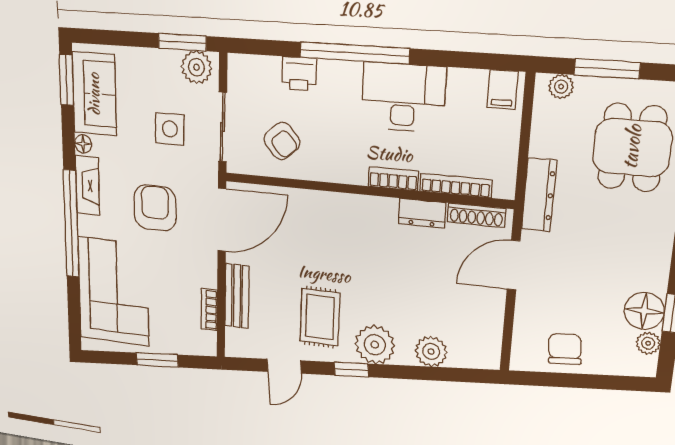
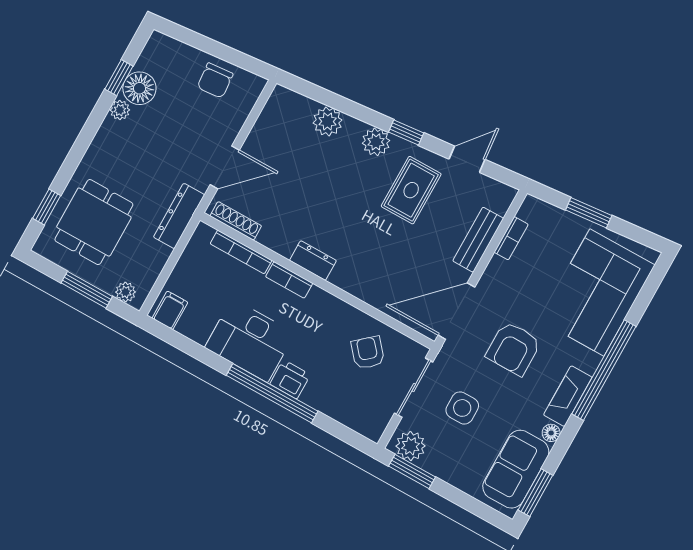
printer: (299, 74) -> (290, 379), moved
dresser: (422, 213) -> (313, 261), moved
plant: (648, 343) -> (120, 110), moved
plant: (375, 345) -> (376, 142), width x0.73, depth x0.73

